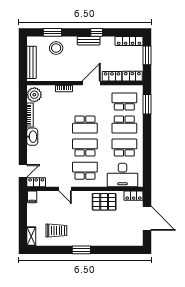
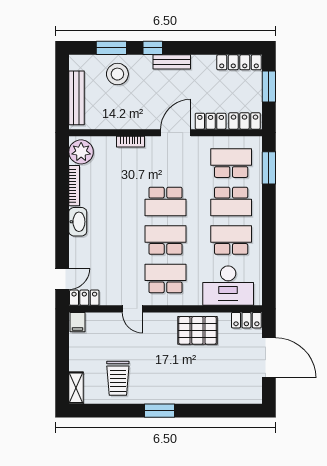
window: (97, 32) -> (153, 48), moved
trolley: (56, 231) -> (118, 378), turned 90

